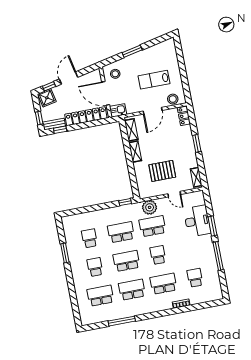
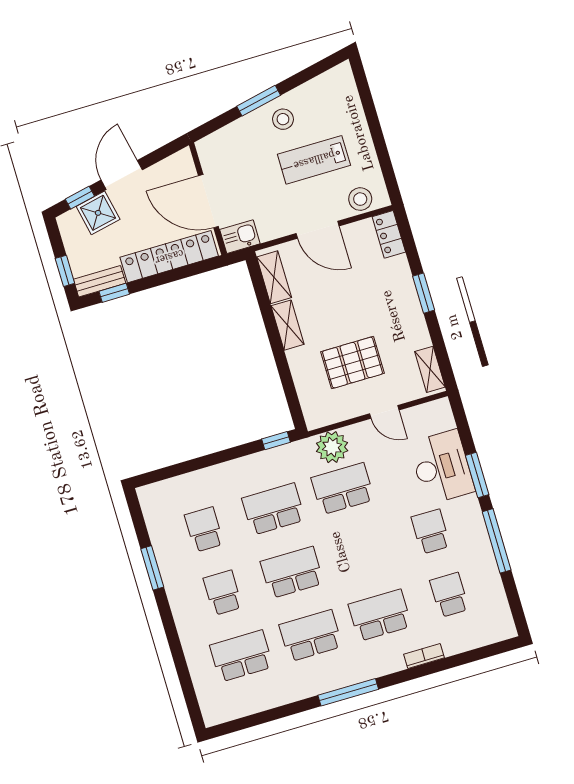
stool: (115, 74) -> (283, 119), moved
shower: (47, 98) -> (98, 213), moved
door: (153, 111) -> (318, 230), hinge flipped
school desk: (158, 255) -> (431, 532), moved
window: (122, 321) -> (348, 692), moved

